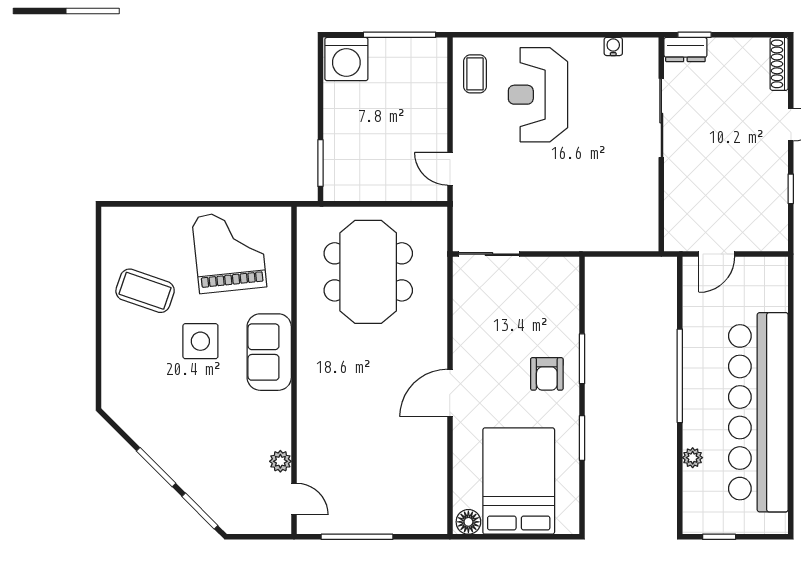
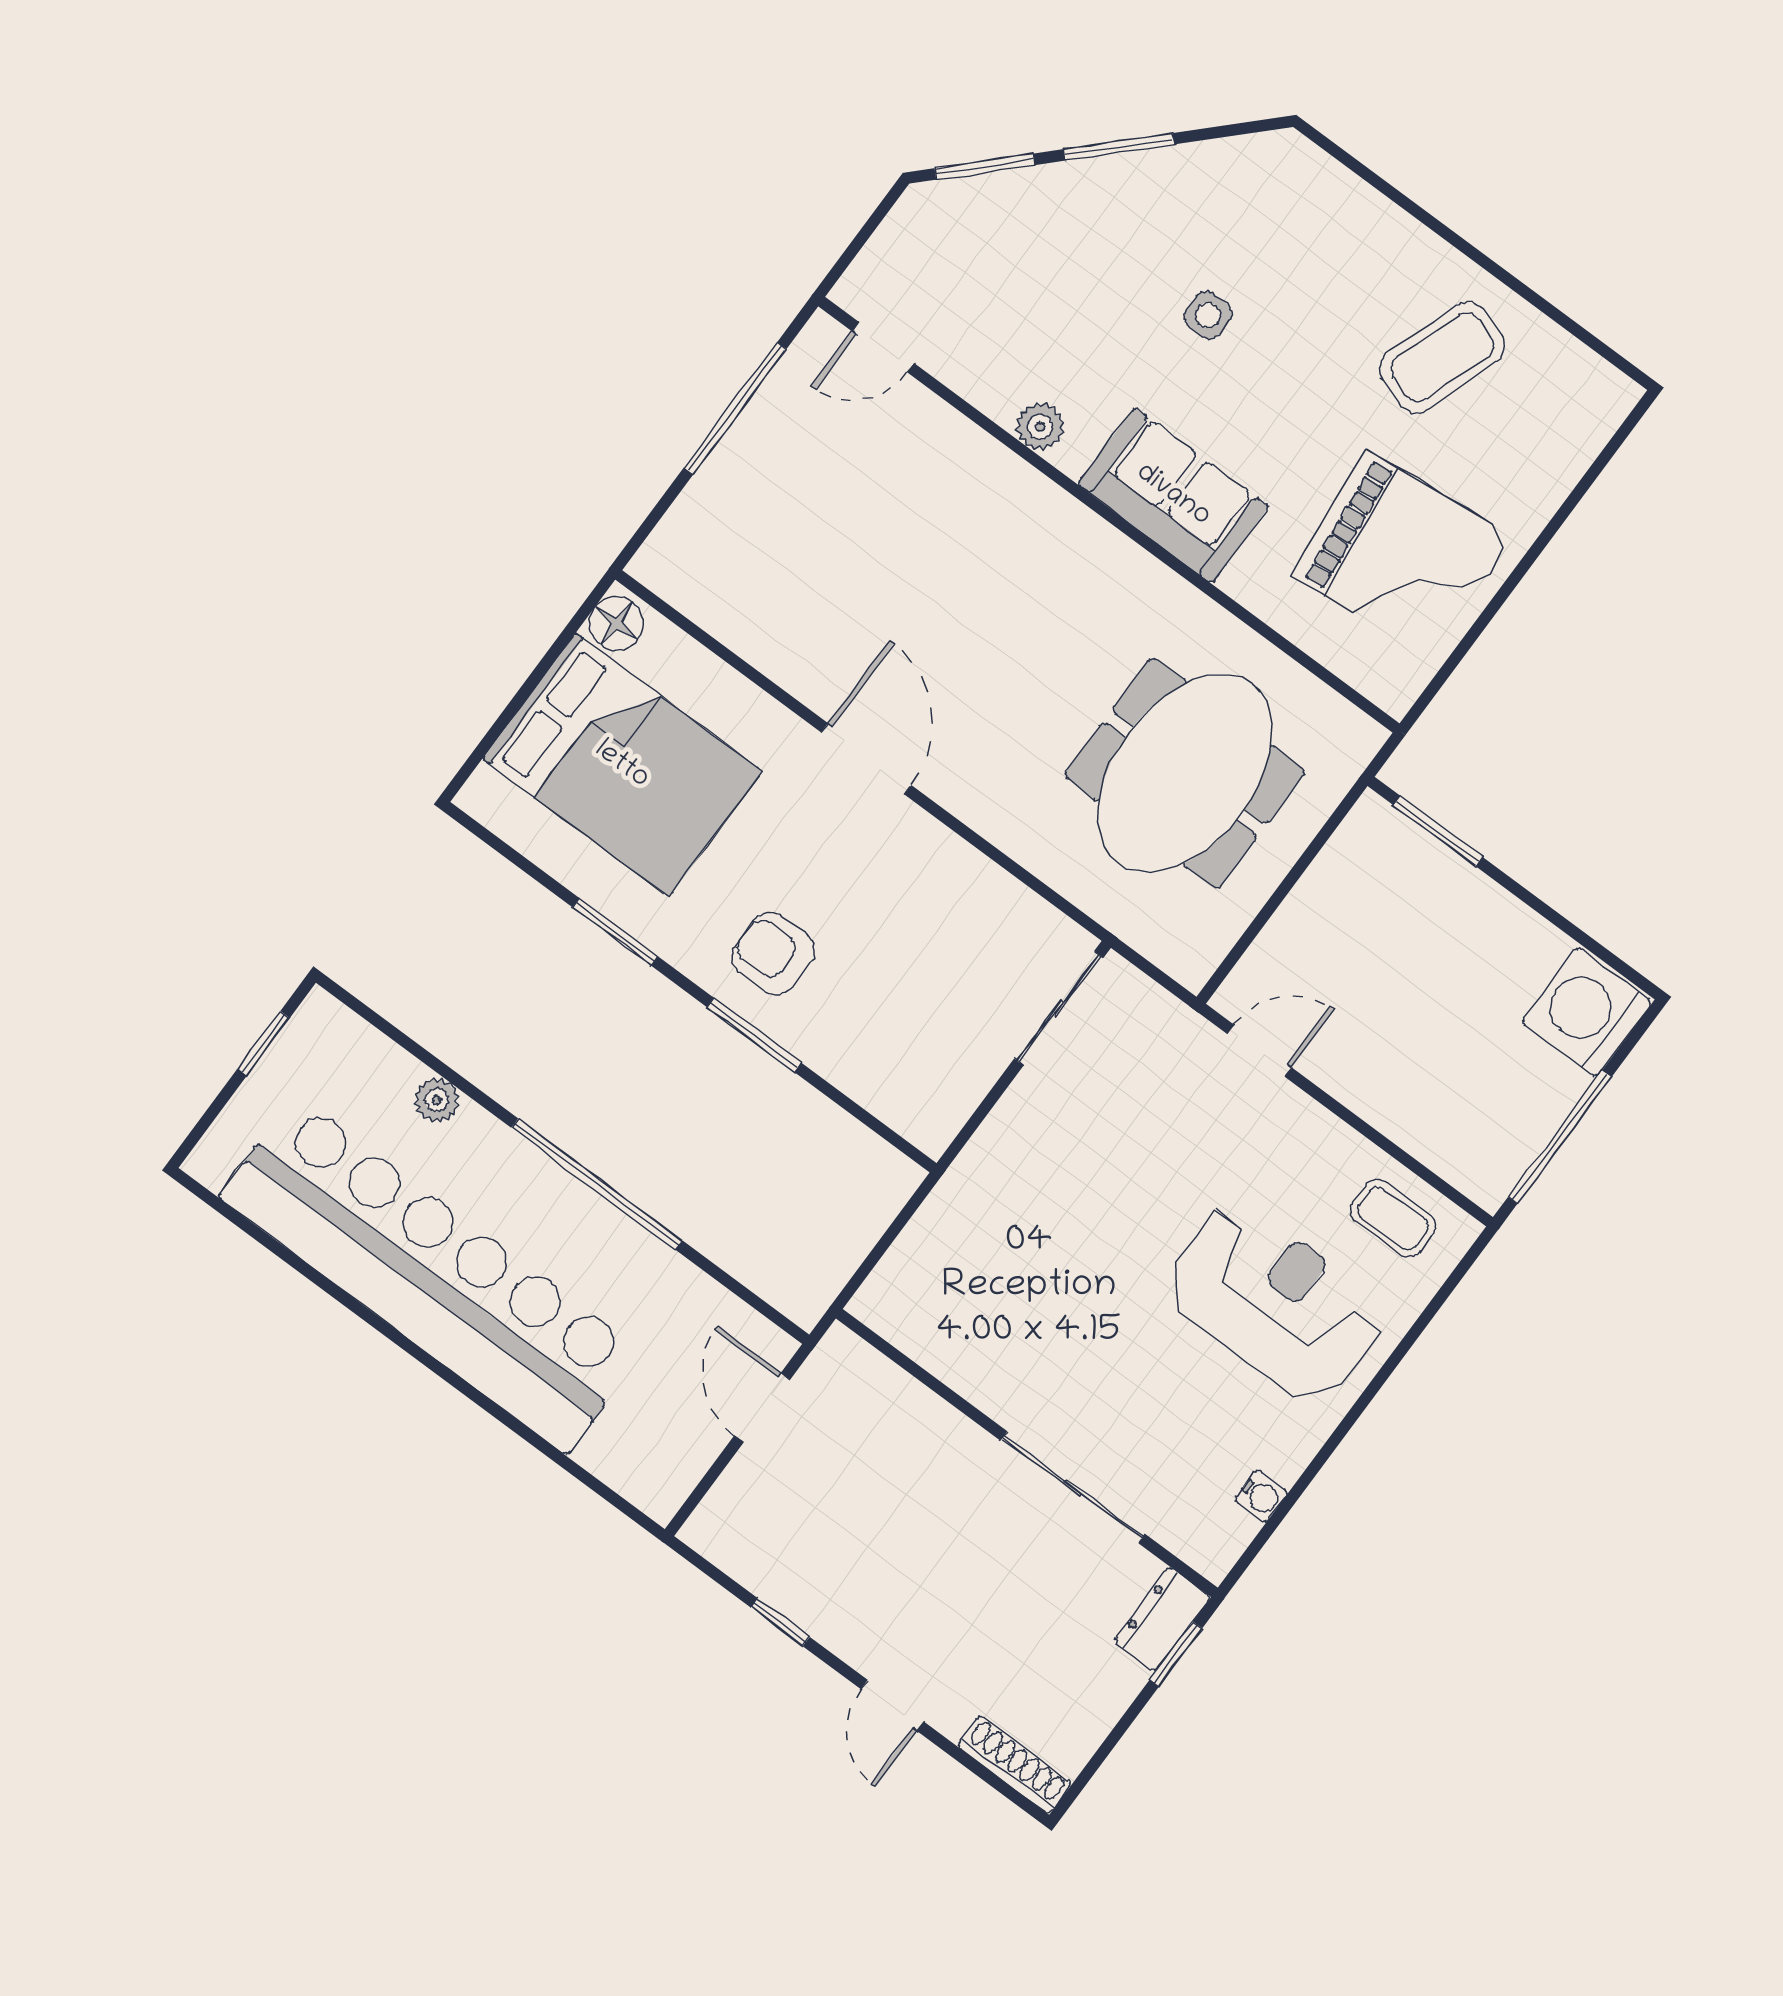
meeting table: (368, 272) -> (1185, 773), turned 90
side table: (200, 341) -> (1208, 315), moved, width x0.54, depth x0.54
plant: (280, 461) -> (1040, 427), moved

